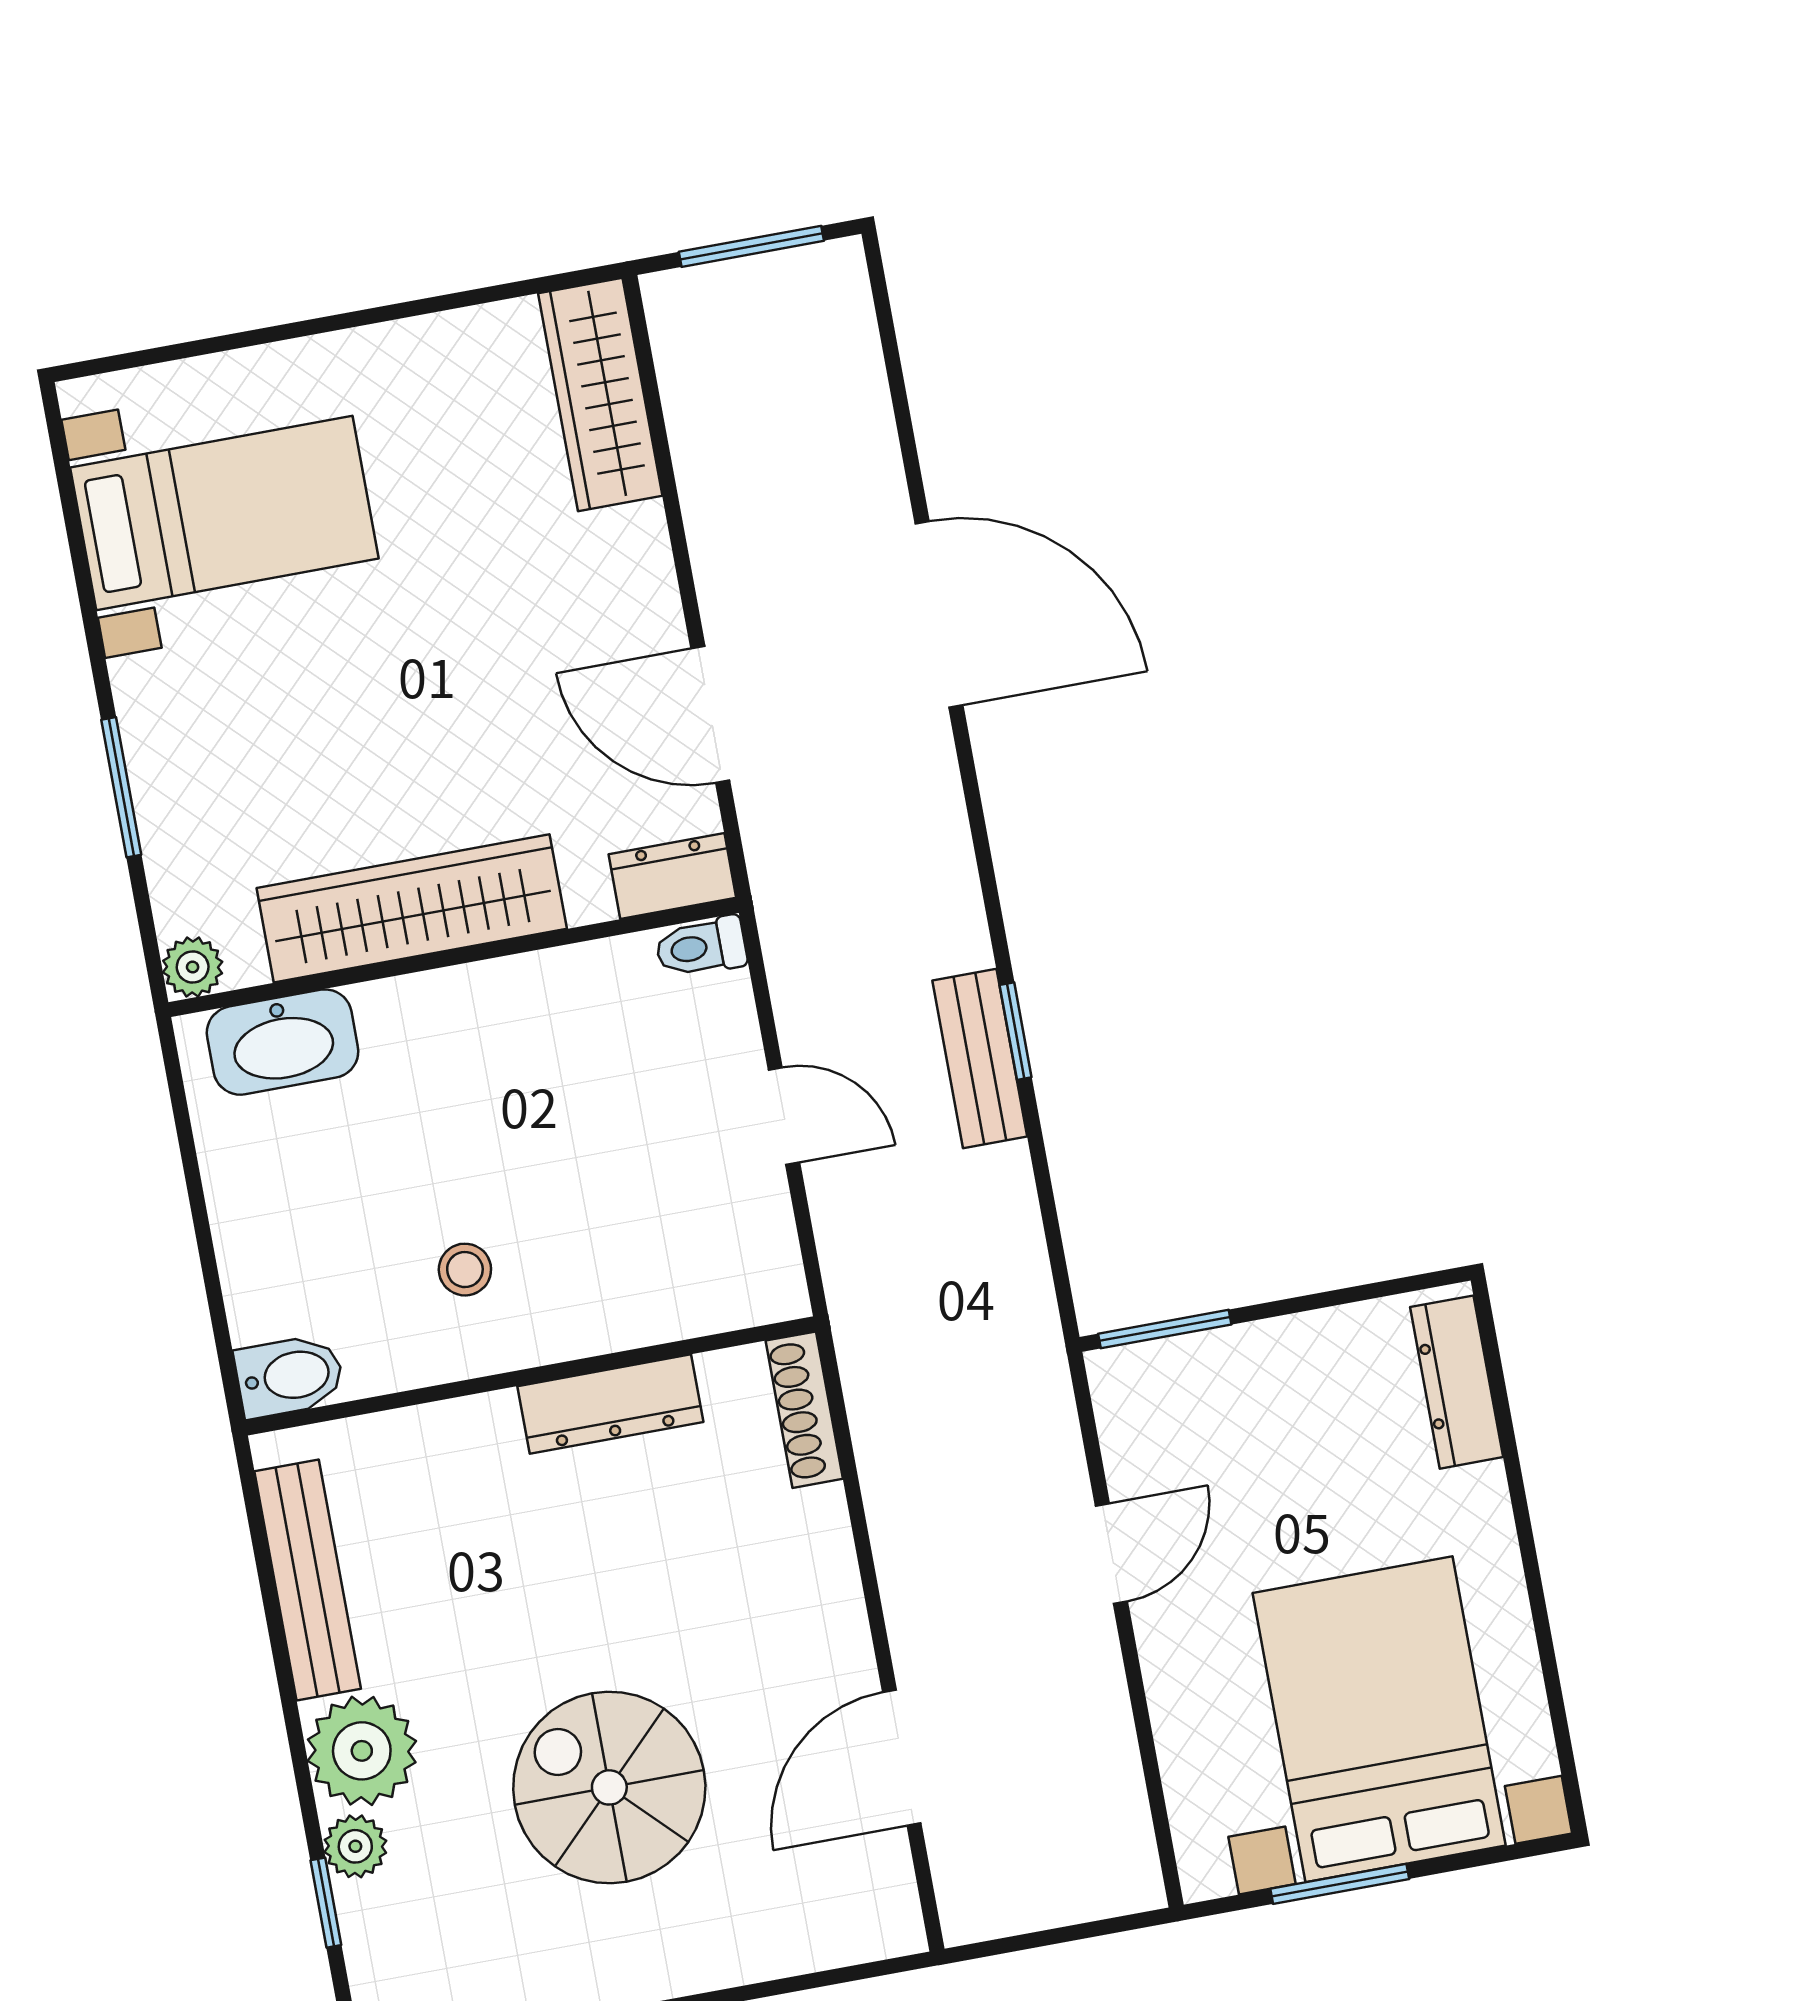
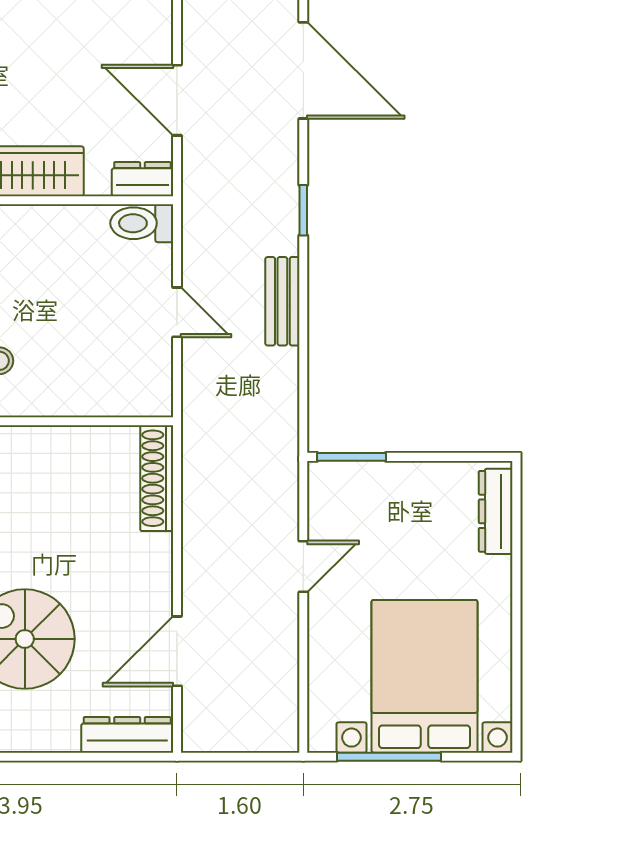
toilet: (701, 947) -> (142, 223), width x1.37, depth x1.39
window: (1016, 1031) -> (303, 210), moved
dresser: (610, 1404) -> (127, 735), moved, turned 180
shoe rack: (804, 1410) -> (157, 478), width x1.36, depth x1.24
window: (1340, 1884) -> (389, 757), width x1.44

